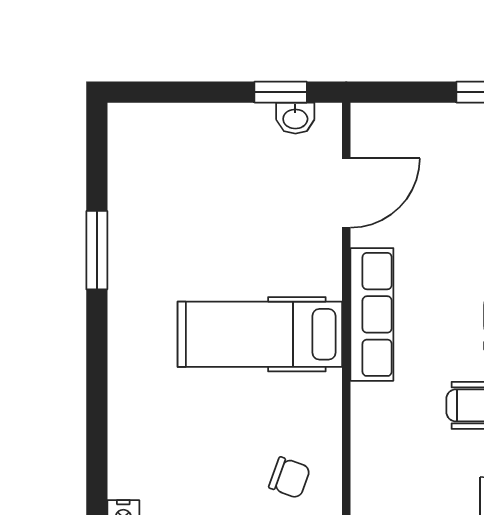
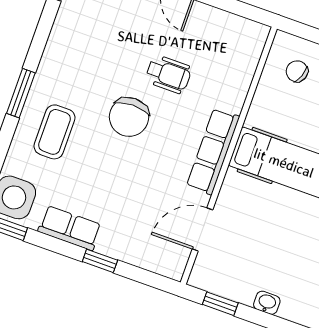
washbasin: (295, 118) -> (267, 303), moved

